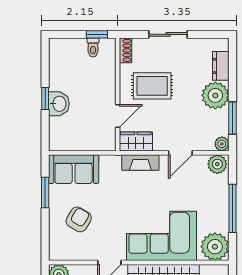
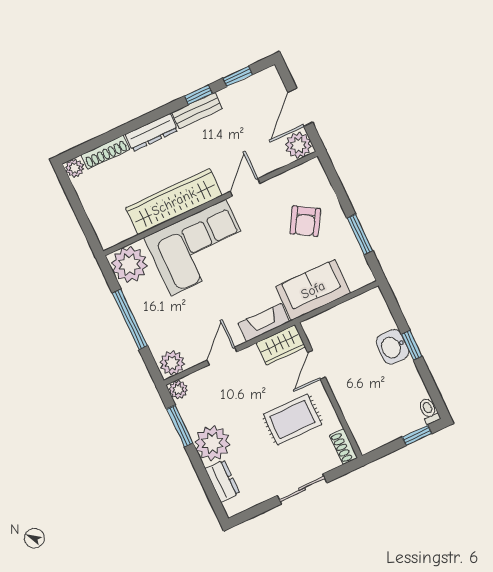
window: (97, 34) -> (417, 435), moved
toilet: (93, 47) -> (429, 411), moved
sofa: (74, 169) -> (313, 290), moved

